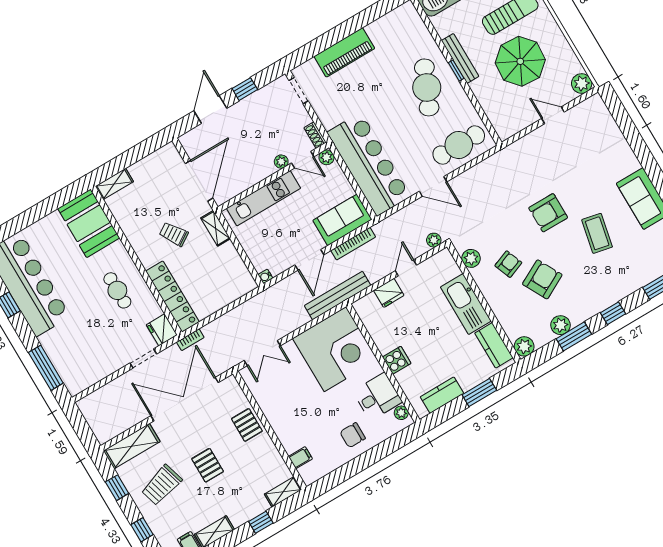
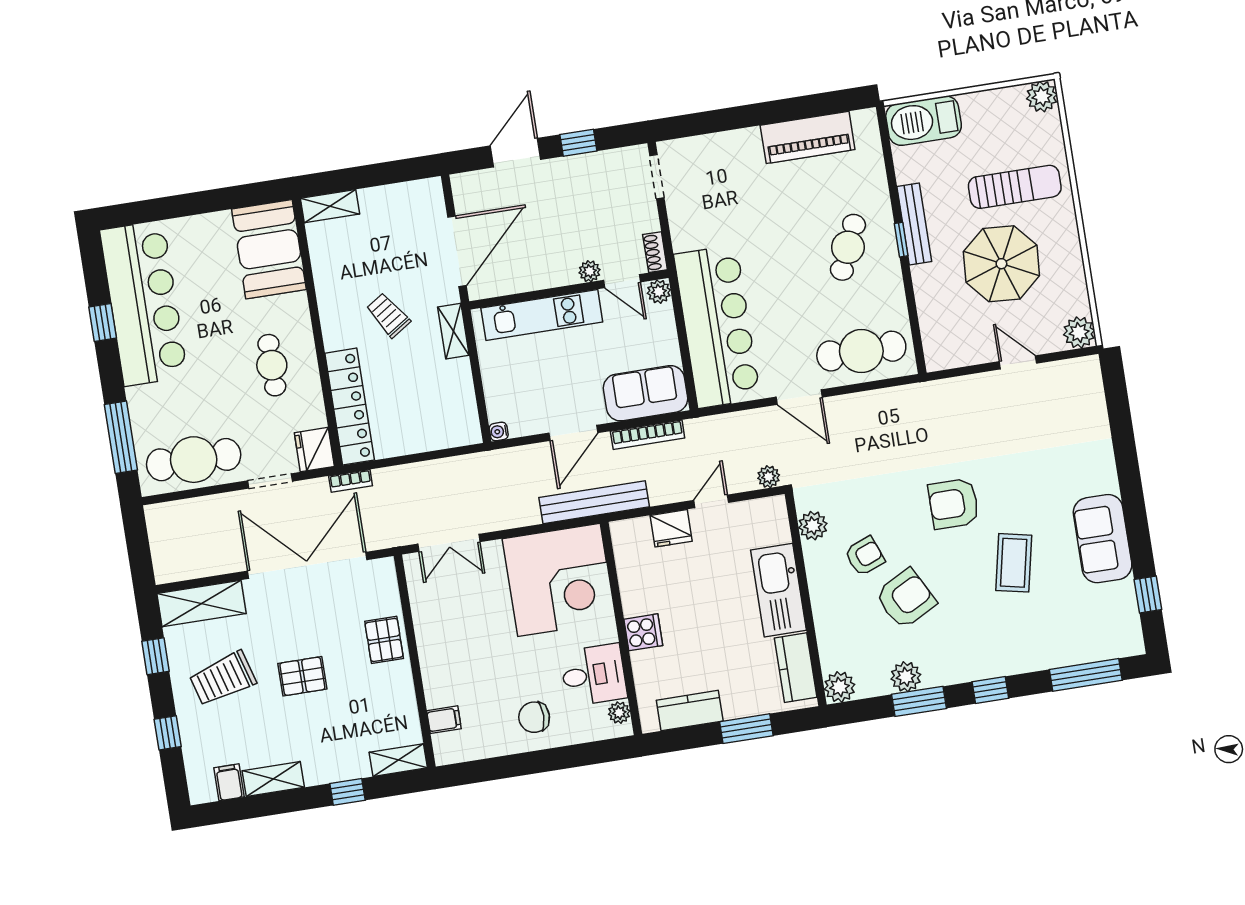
piano: (344, 52) -> (808, 137), moved
cafe table: (427, 87) -> (848, 247), width x0.73, depth x0.74
cafe table: (94, 364) -> (194, 460), added
pallet: (208, 465) -> (302, 676), turned 90

